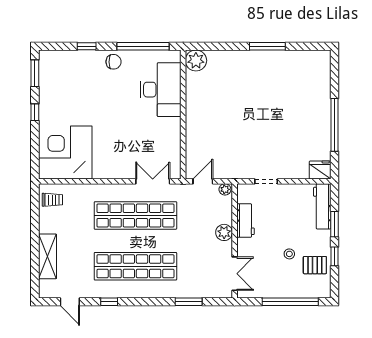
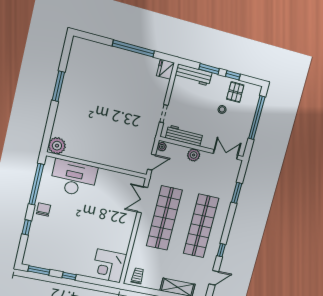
corner desk: (65, 152) -> (109, 266), width x0.74, depth x0.74
door: (203, 181) -> (152, 162), swing flipped
workbench: (245, 220) -> (184, 136), width x1.38

